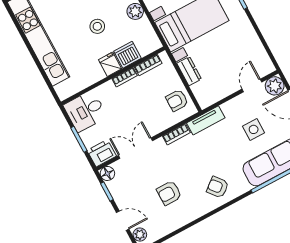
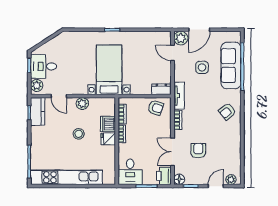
dresser: (189, 71) -> (161, 89), moved
armchair: (177, 100) -> (156, 108), turned -72
armchair: (169, 193) -> (198, 151), moved, turned 180

